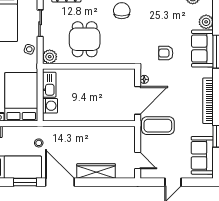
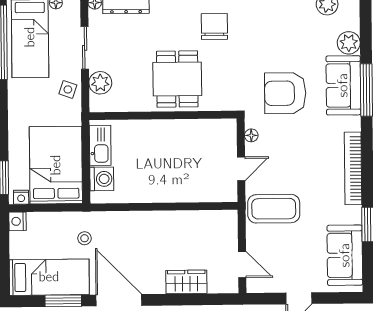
dining table: (85, 39) -> (177, 79), moved
armchair: (166, 53) -> (285, 93), width x1.88, depth x1.88
plant: (50, 57) -> (100, 83), moved
door: (138, 100) -> (241, 169), width x0.53
wardrobe: (96, 171) -> (186, 282), width x0.67

